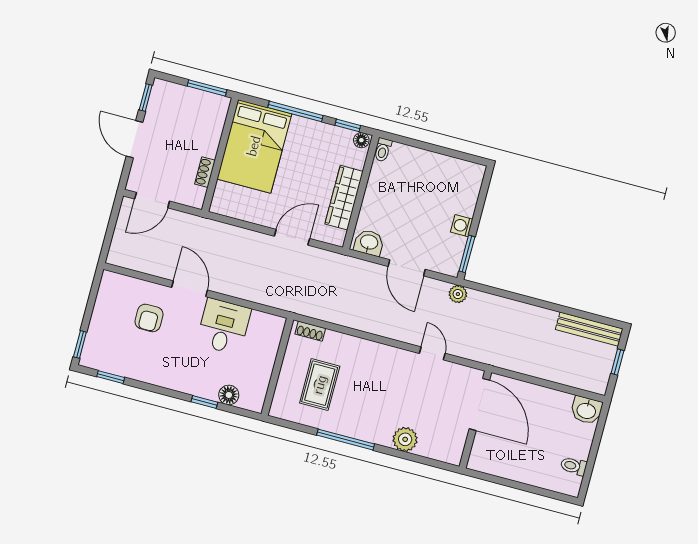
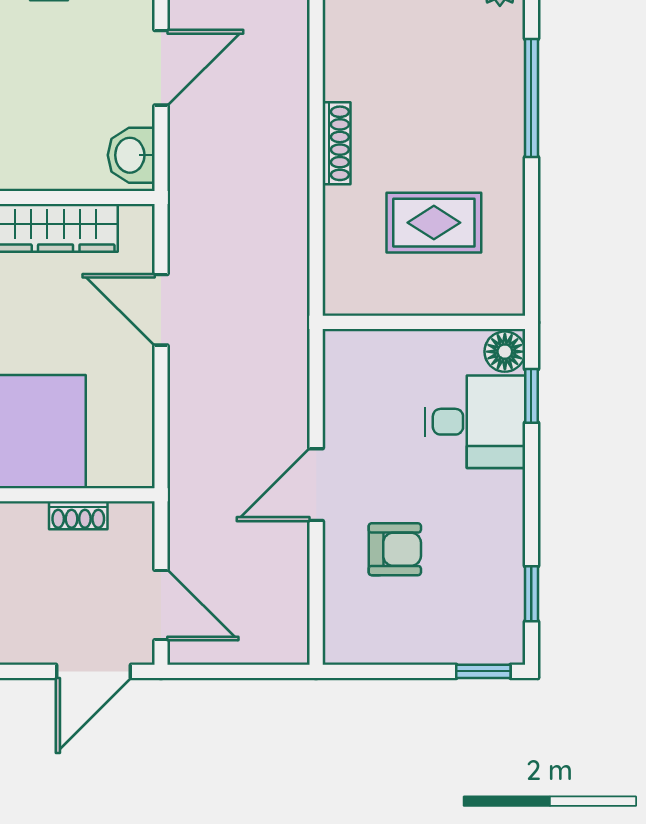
door: (135, 139) -> (94, 671), moved
desk: (224, 326) -> (475, 422), moved, turned 180
shoe rack: (310, 331) -> (337, 143), moved, width x1.43
wall: (277, 367) -> (424, 322), moved
rug: (320, 385) -> (434, 223), moved

